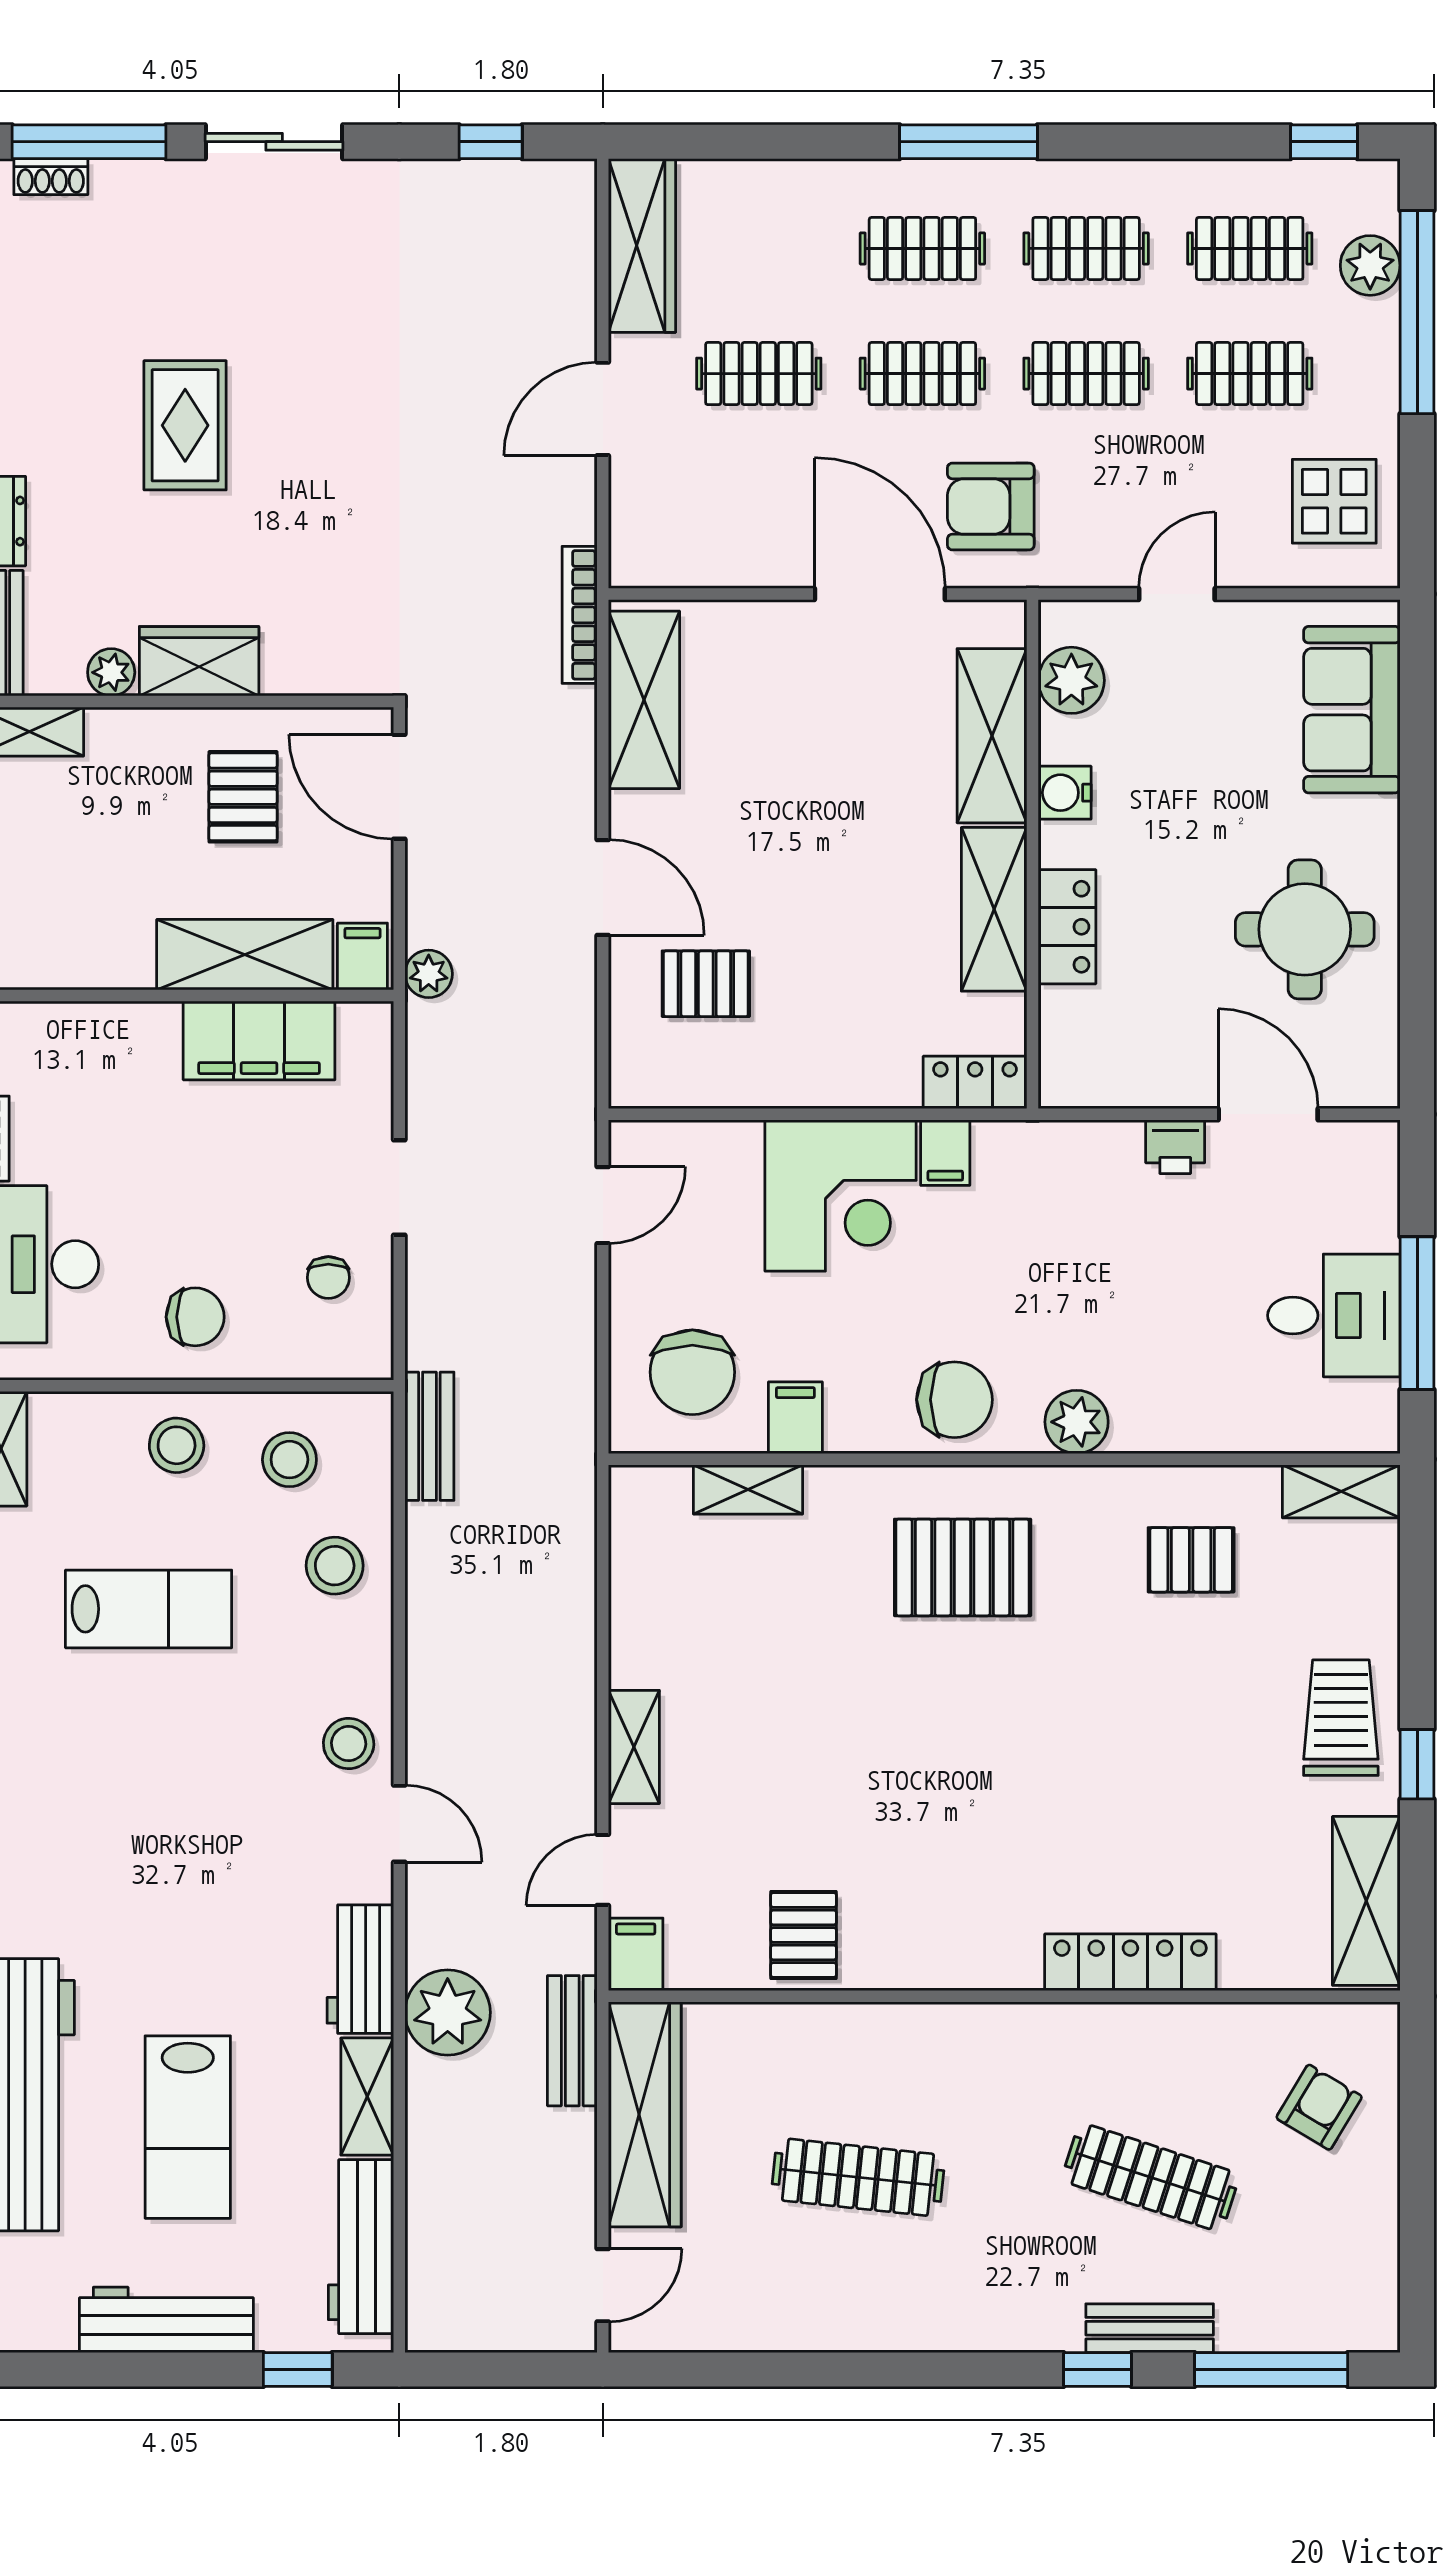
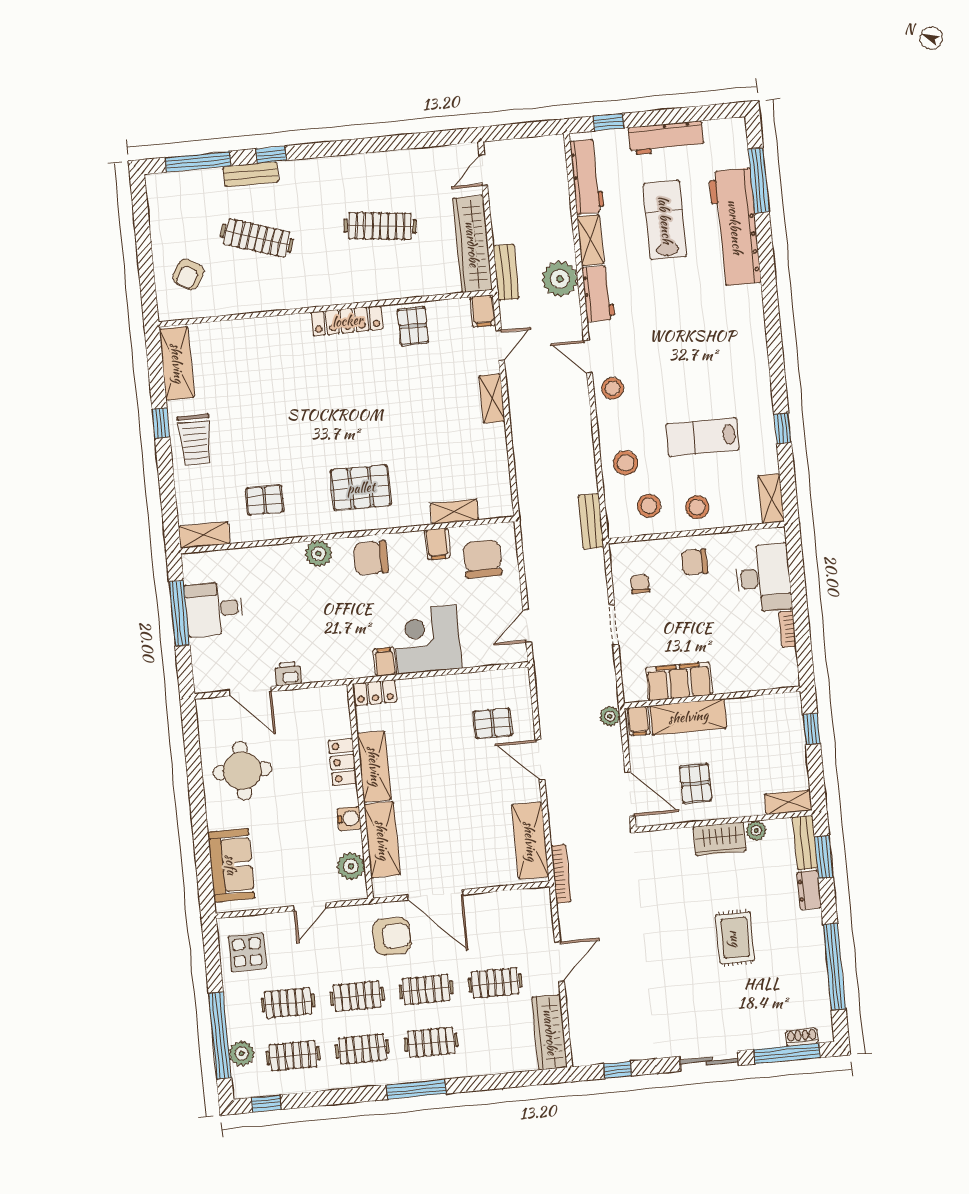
locker: (1130, 1962) -> (347, 321), moved

